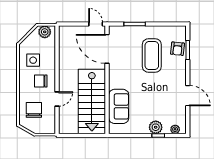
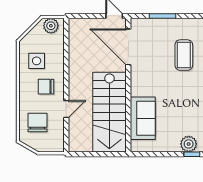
coffee table: (152, 55) -> (184, 55), width x0.73, depth x0.76

